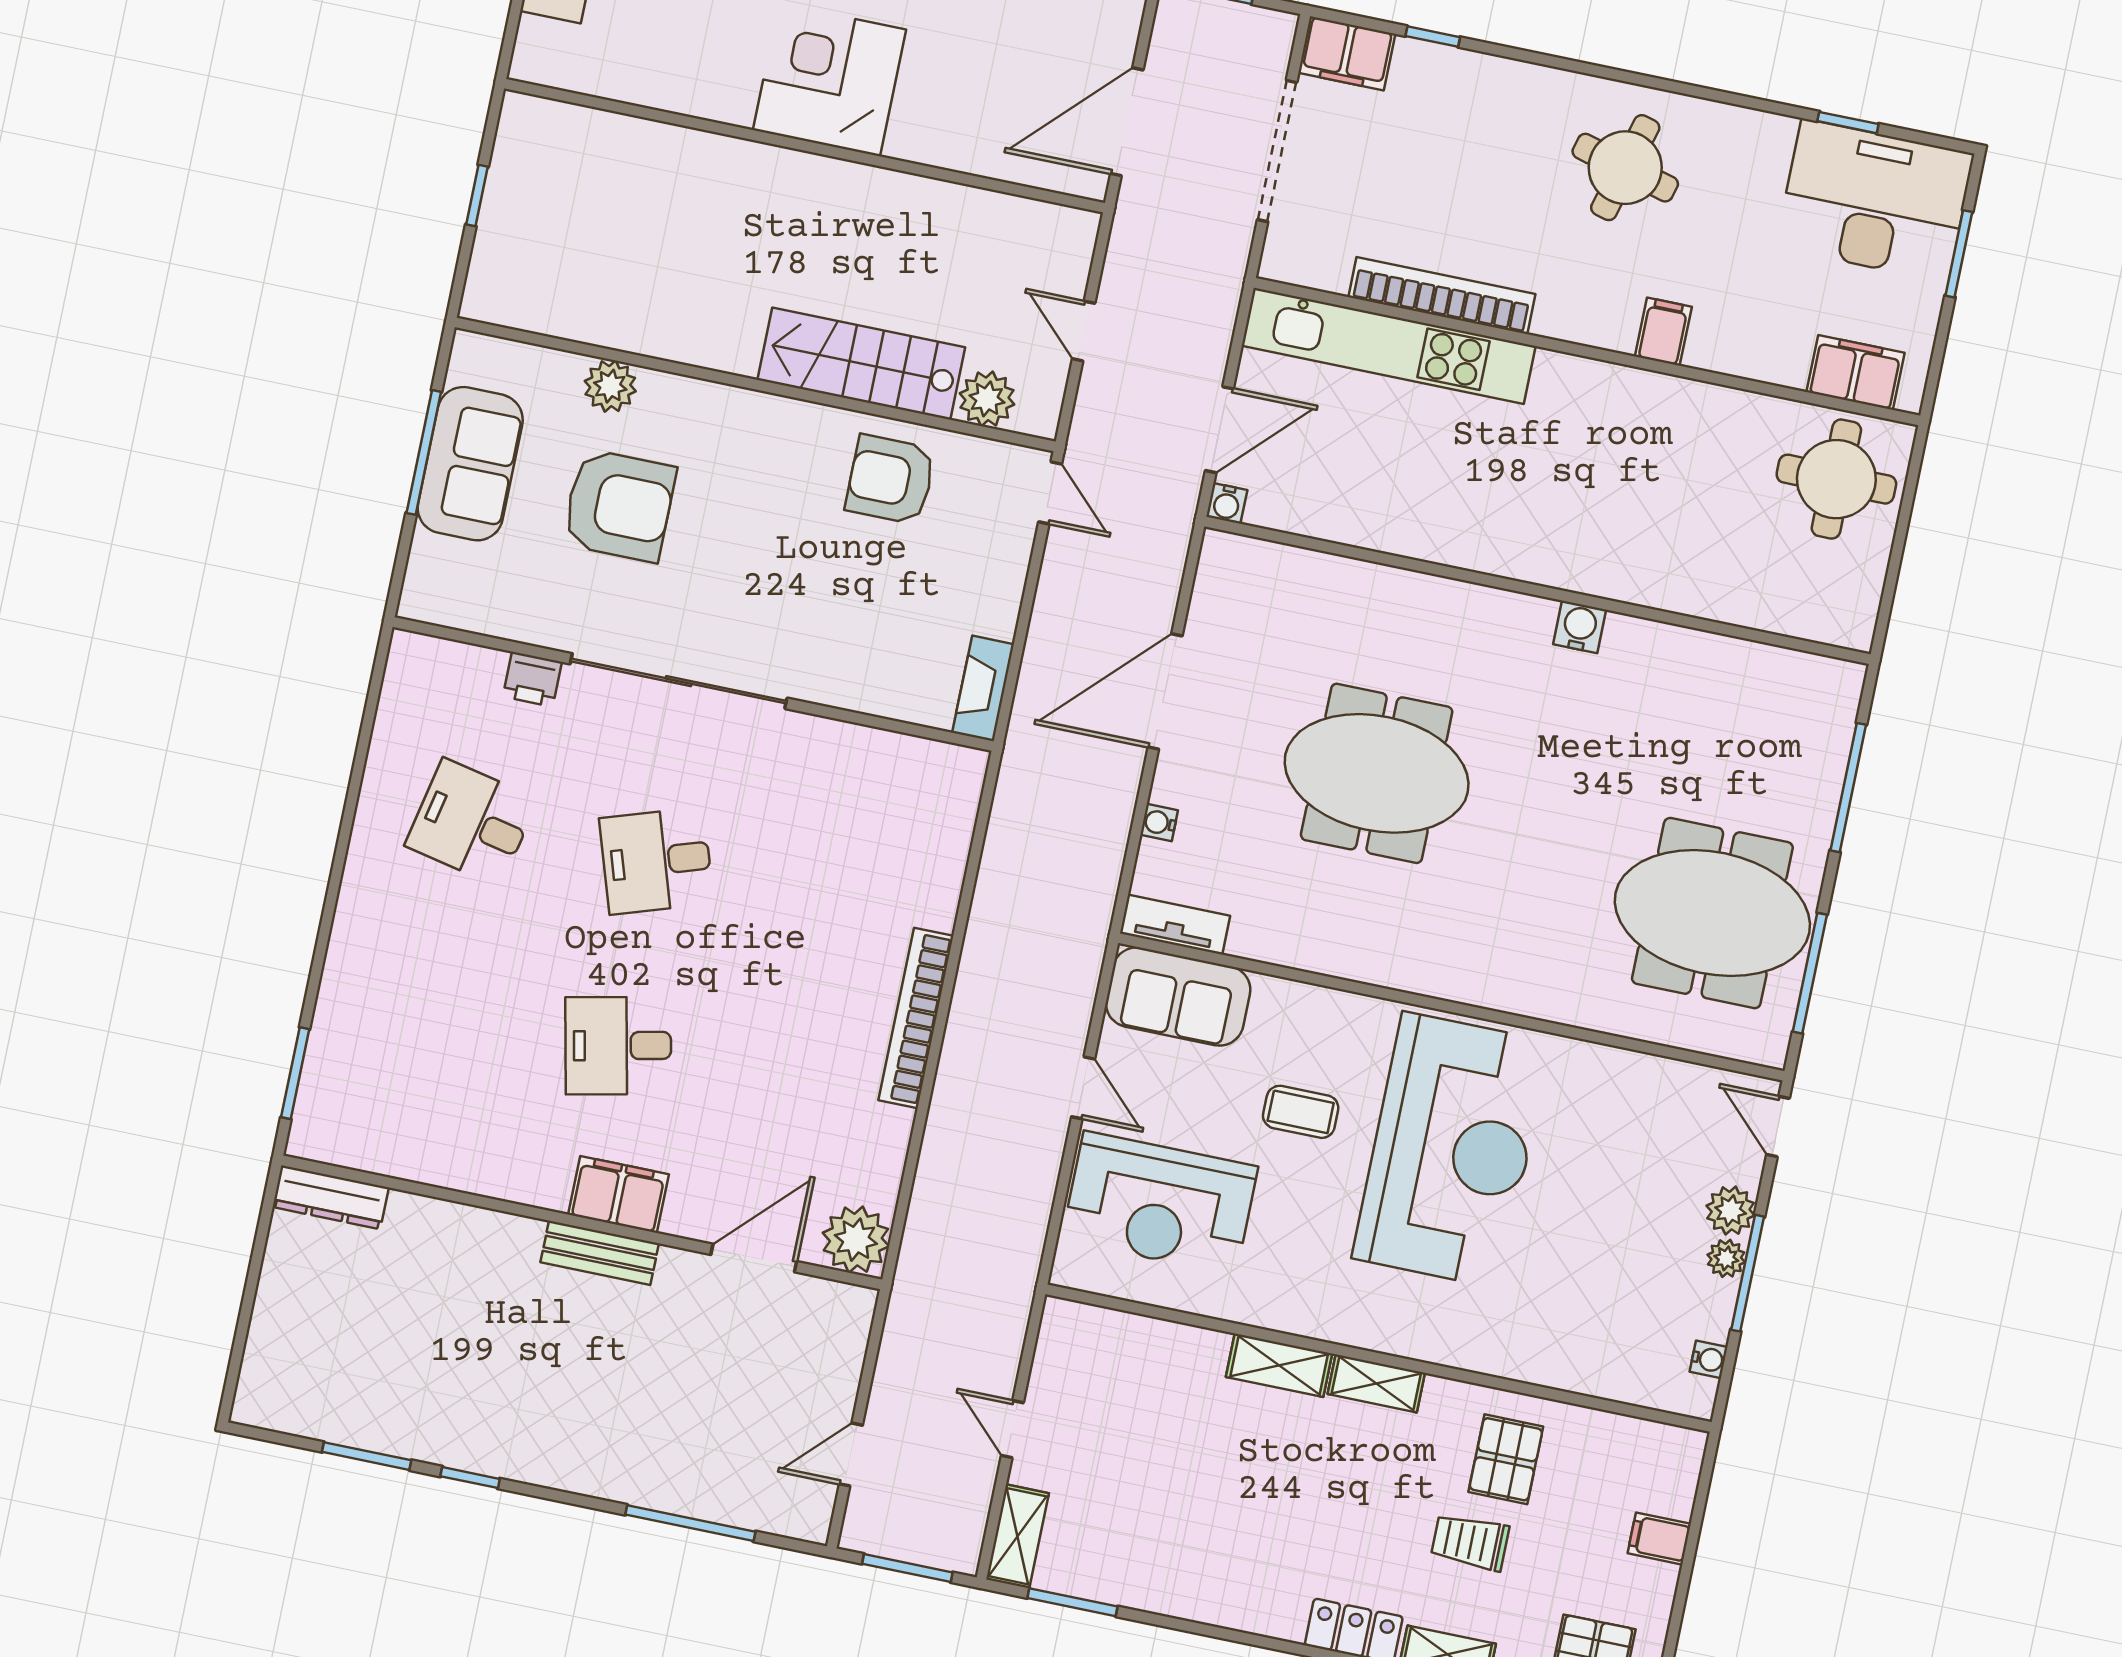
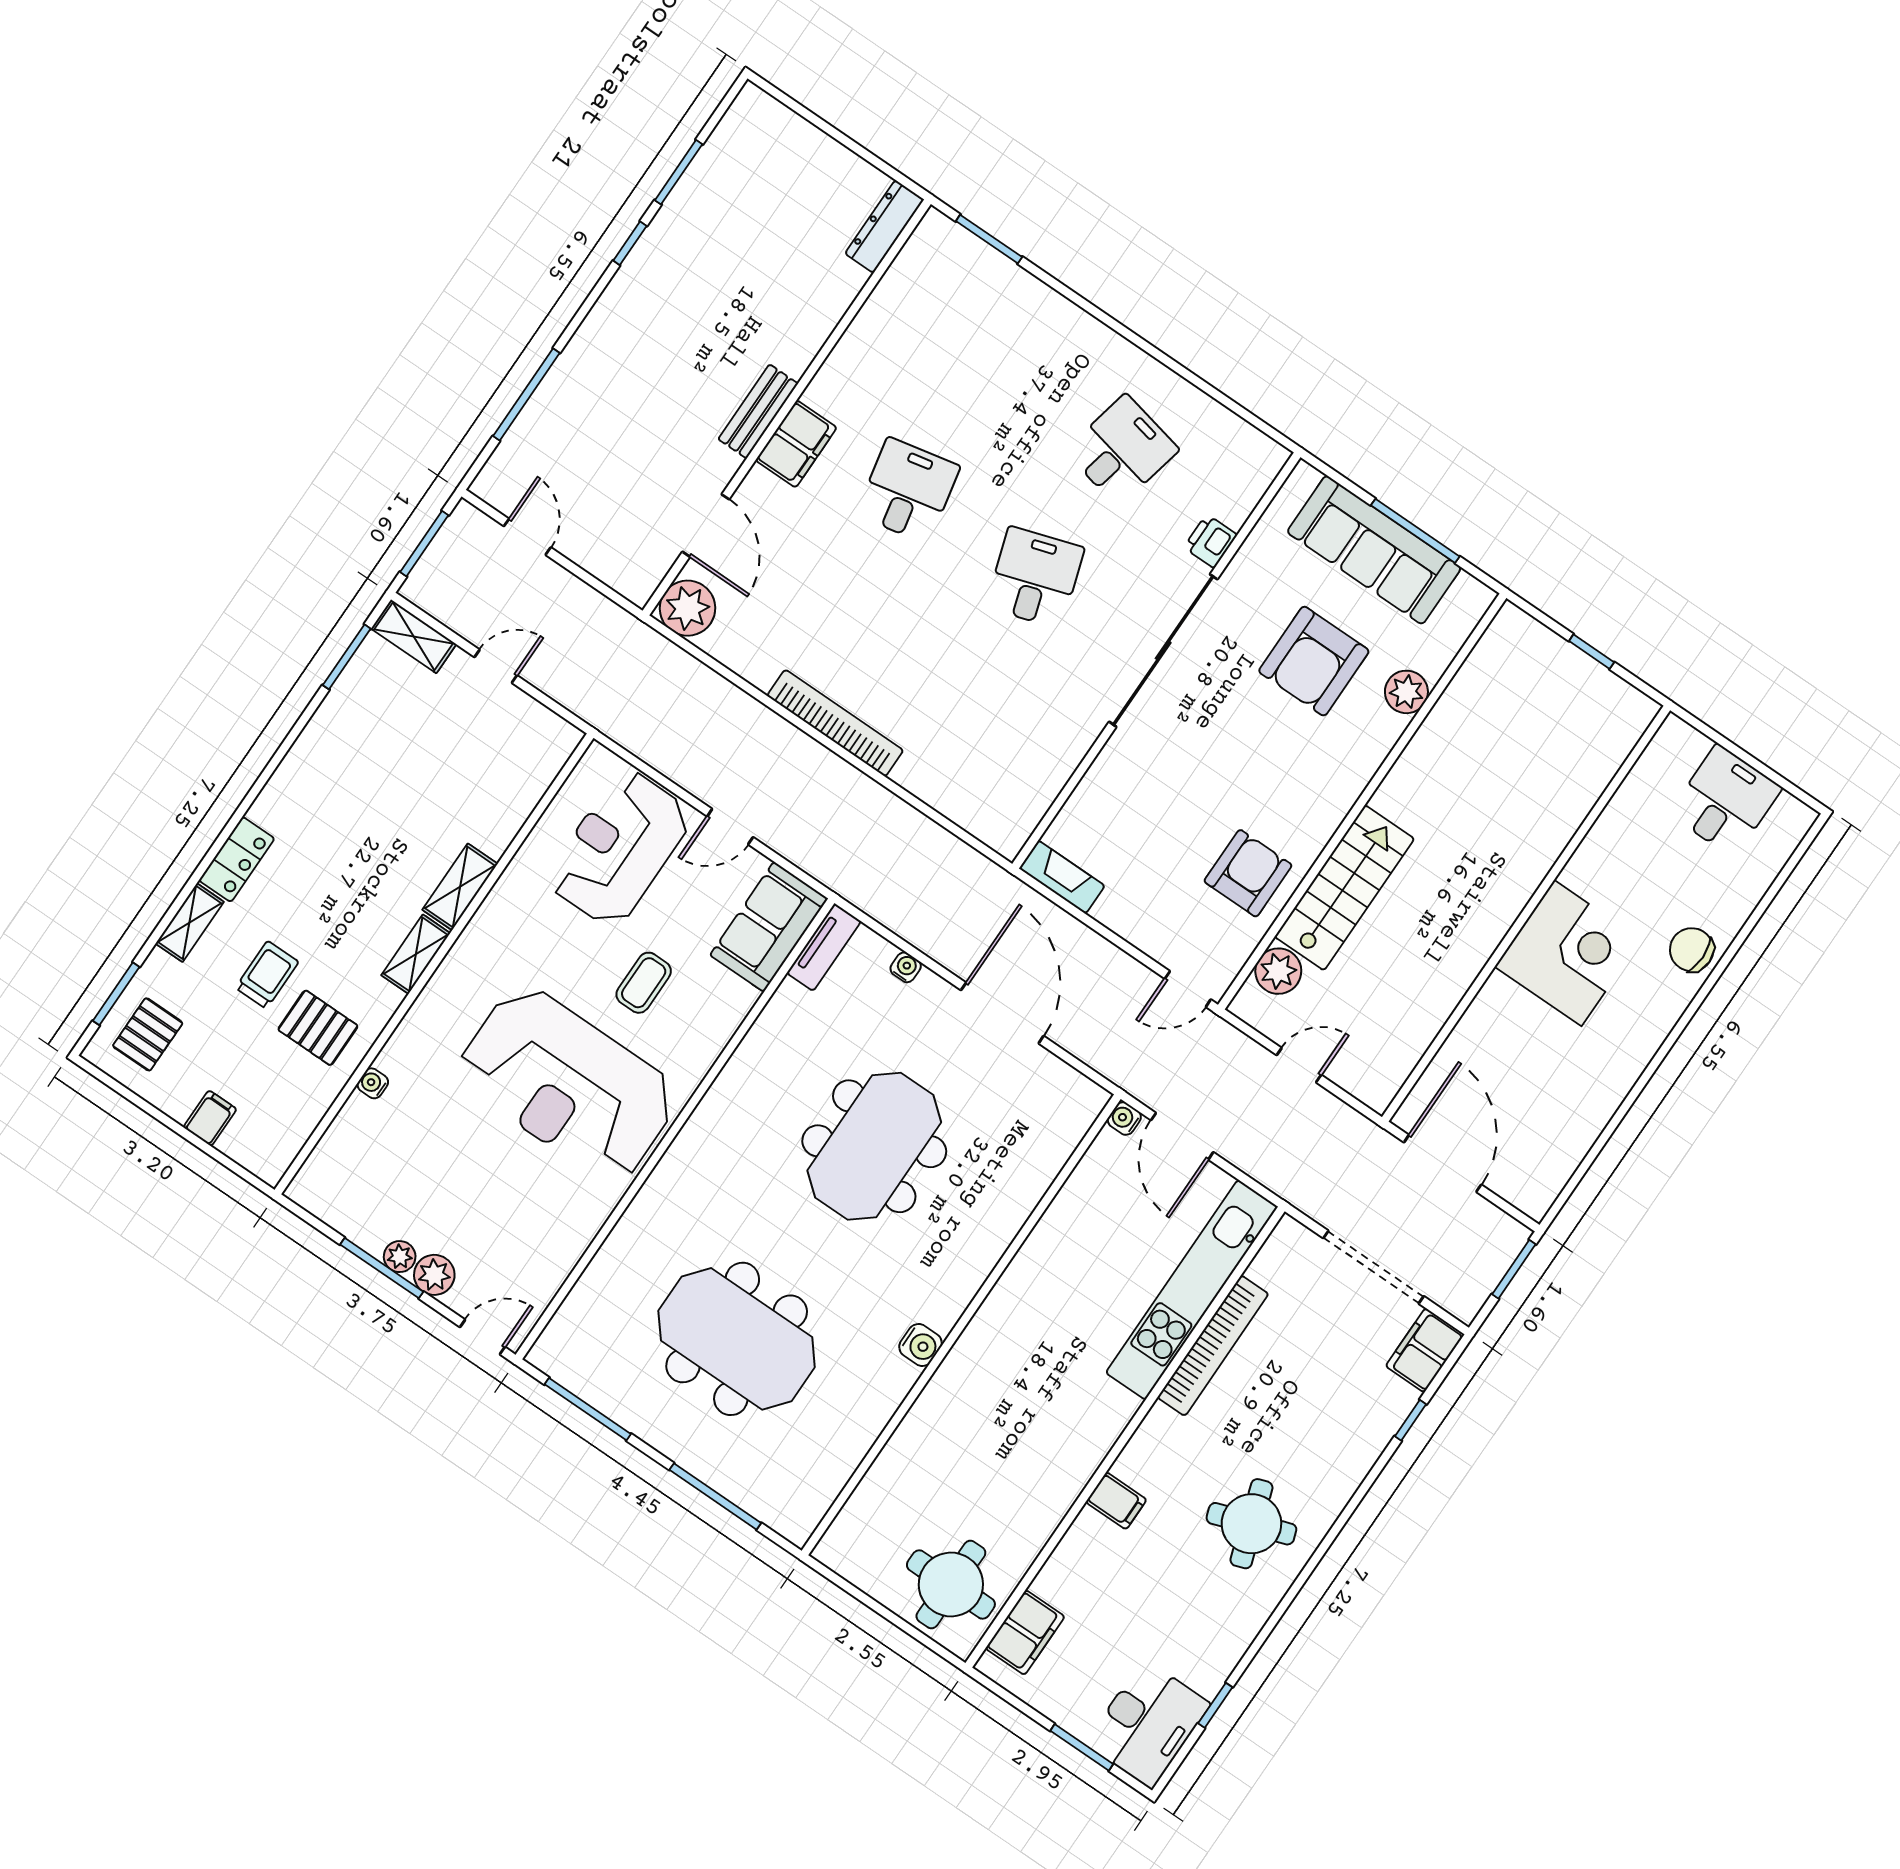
round table: (1625, 168) -> (1251, 1524), turned -34
desk: (1875, 201) -> (1148, 1724), width x0.73, depth x0.77
sofa: (470, 464) -> (1374, 550), width x1.36
meeting table: (1712, 913) -> (737, 1339), moved, turned 90
water cooler: (1709, 1359) -> (373, 1083), moved, turned 90

